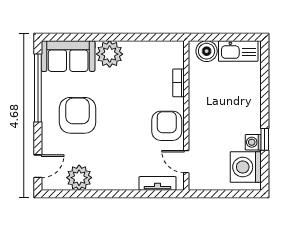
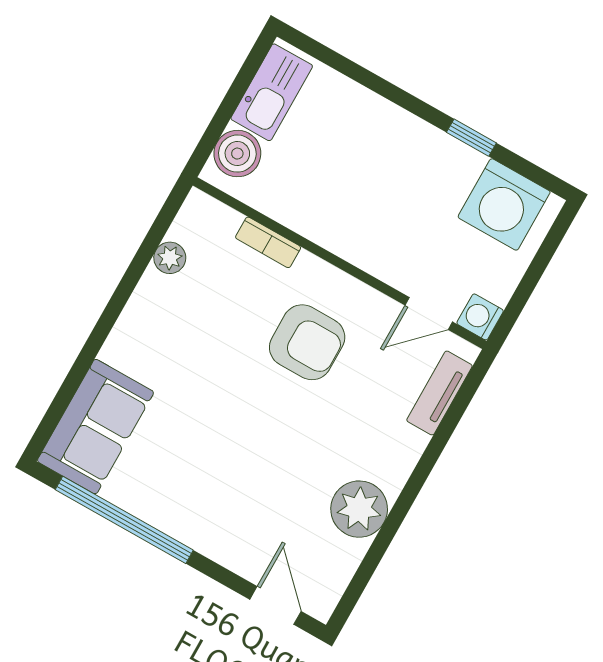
plant: (110, 54) -> (170, 258), moved, width x0.53, depth x0.53
armchair: (78, 115) -> (220, 473), removed
armchair: (167, 126) -> (307, 342), moved, turned 180
washing machine: (253, 142) -> (480, 317), moved, turned 90
plant: (79, 178) -> (359, 509), moved

